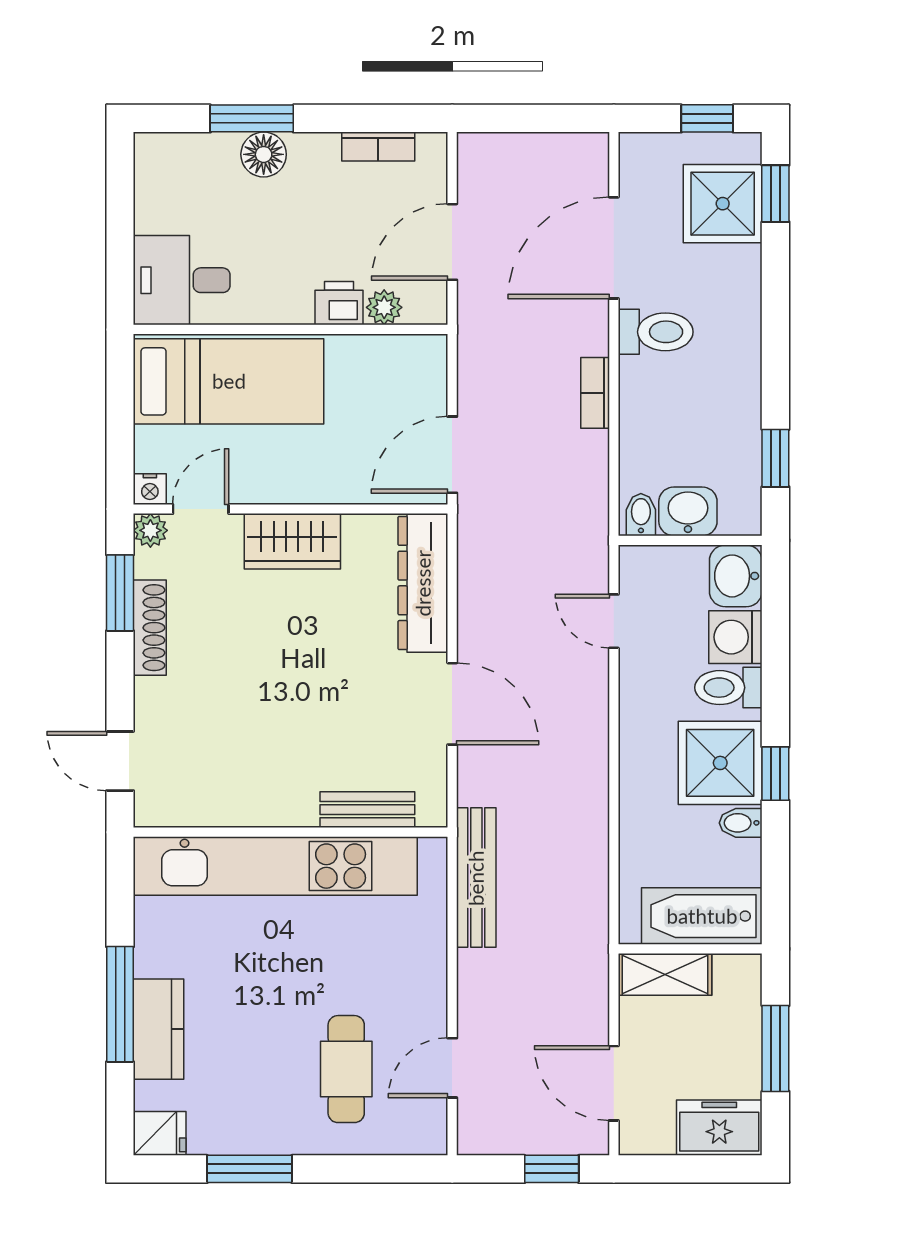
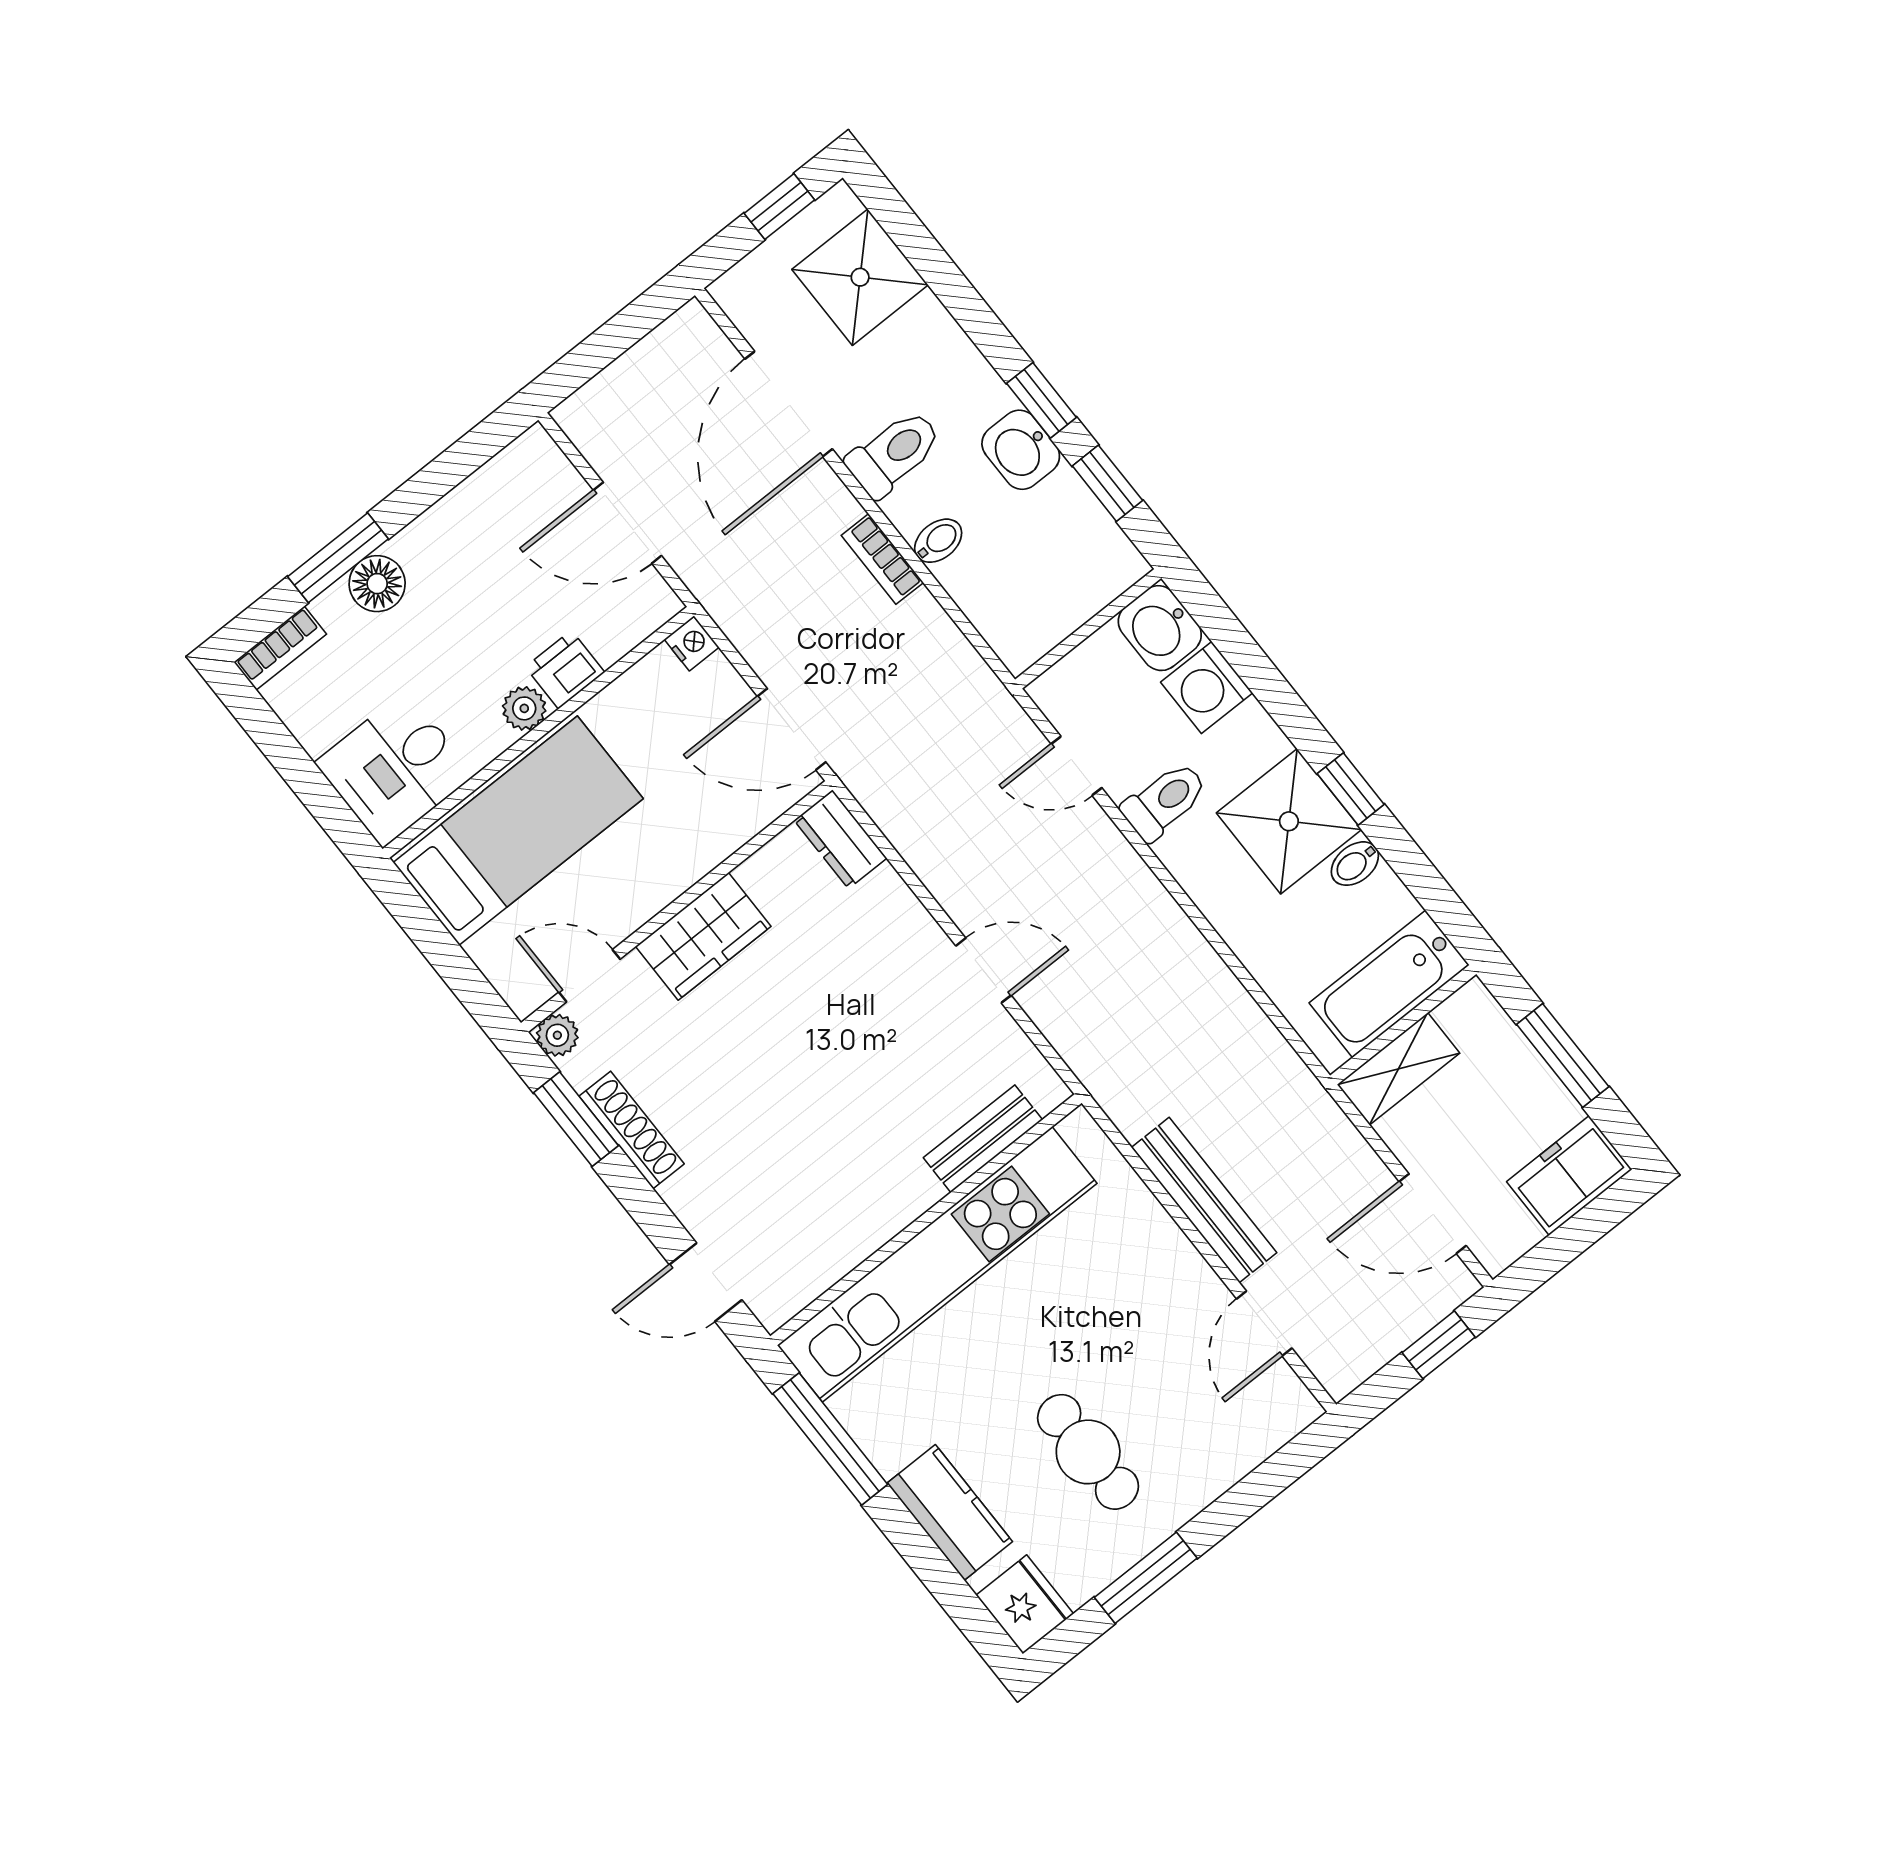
bookcase: (378, 146) -> (280, 648), moved
window: (775, 194) -> (1042, 400), moved
door: (452, 242) -> (627, 523), hinge flipped
plant: (384, 307) -> (524, 708), moved
door: (452, 455) -> (792, 729), hinge flipped
nightstand: (150, 489) -> (692, 643), moved, turned -90
door: (201, 509) -> (590, 976), hinge flipped
washbasin: (688, 511) -> (1021, 450), moved, turned -90
bidet: (641, 515) -> (938, 541), moved, turned 90
dresser: (423, 583) -> (840, 839), width x0.51, depth x0.80
toilet: (728, 688) -> (1165, 801), moved, turned 180
door: (452, 704) -> (984, 971), width x0.73
bench: (476, 878) -> (1204, 1200), moved
window: (120, 1004) -> (830, 1439), moved
cafe table: (346, 1069) -> (1088, 1452), moved
fridge: (160, 1133) -> (1025, 1604), width x1.38

